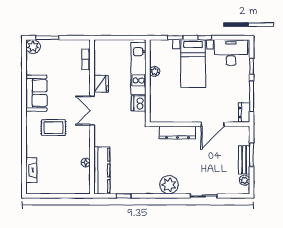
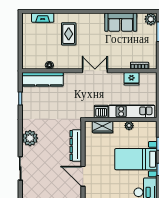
fridge: (101, 84) -> (131, 79), moved
sofa: (36, 93) -> (121, 22), moved
wardrobe: (156, 102) -> (103, 127), added
rug: (53, 128) -> (69, 34), moved

